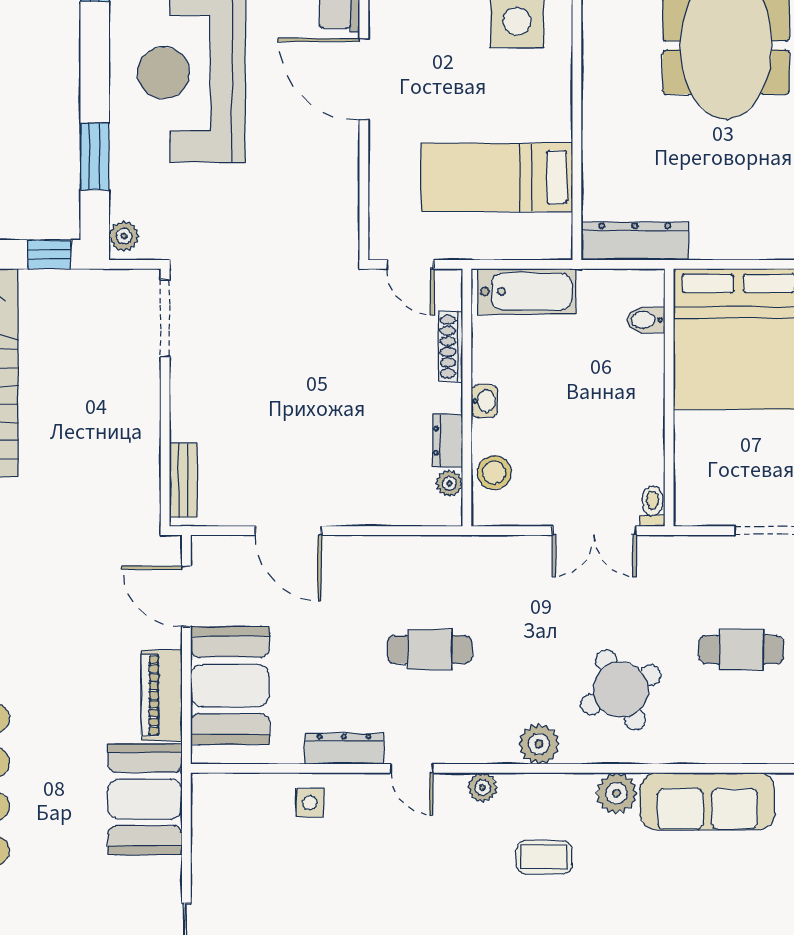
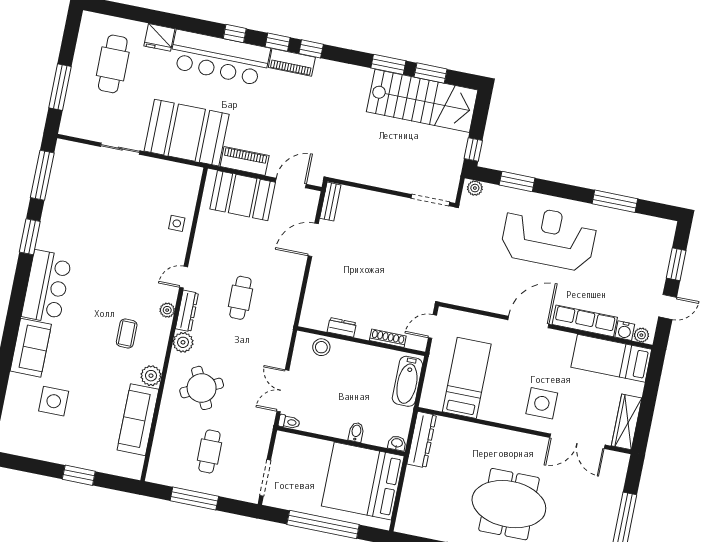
bidet: (646, 320) -> (356, 432), moved
washbasin: (484, 401) -> (397, 443), moved, turned 180
bench: (183, 480) -> (330, 202), moved, turned 90
plant: (449, 483) -> (320, 324), removed
dresser: (344, 749) -> (187, 311), moved
booth: (145, 799) -> (187, 133), width x1.36, depth x1.42

